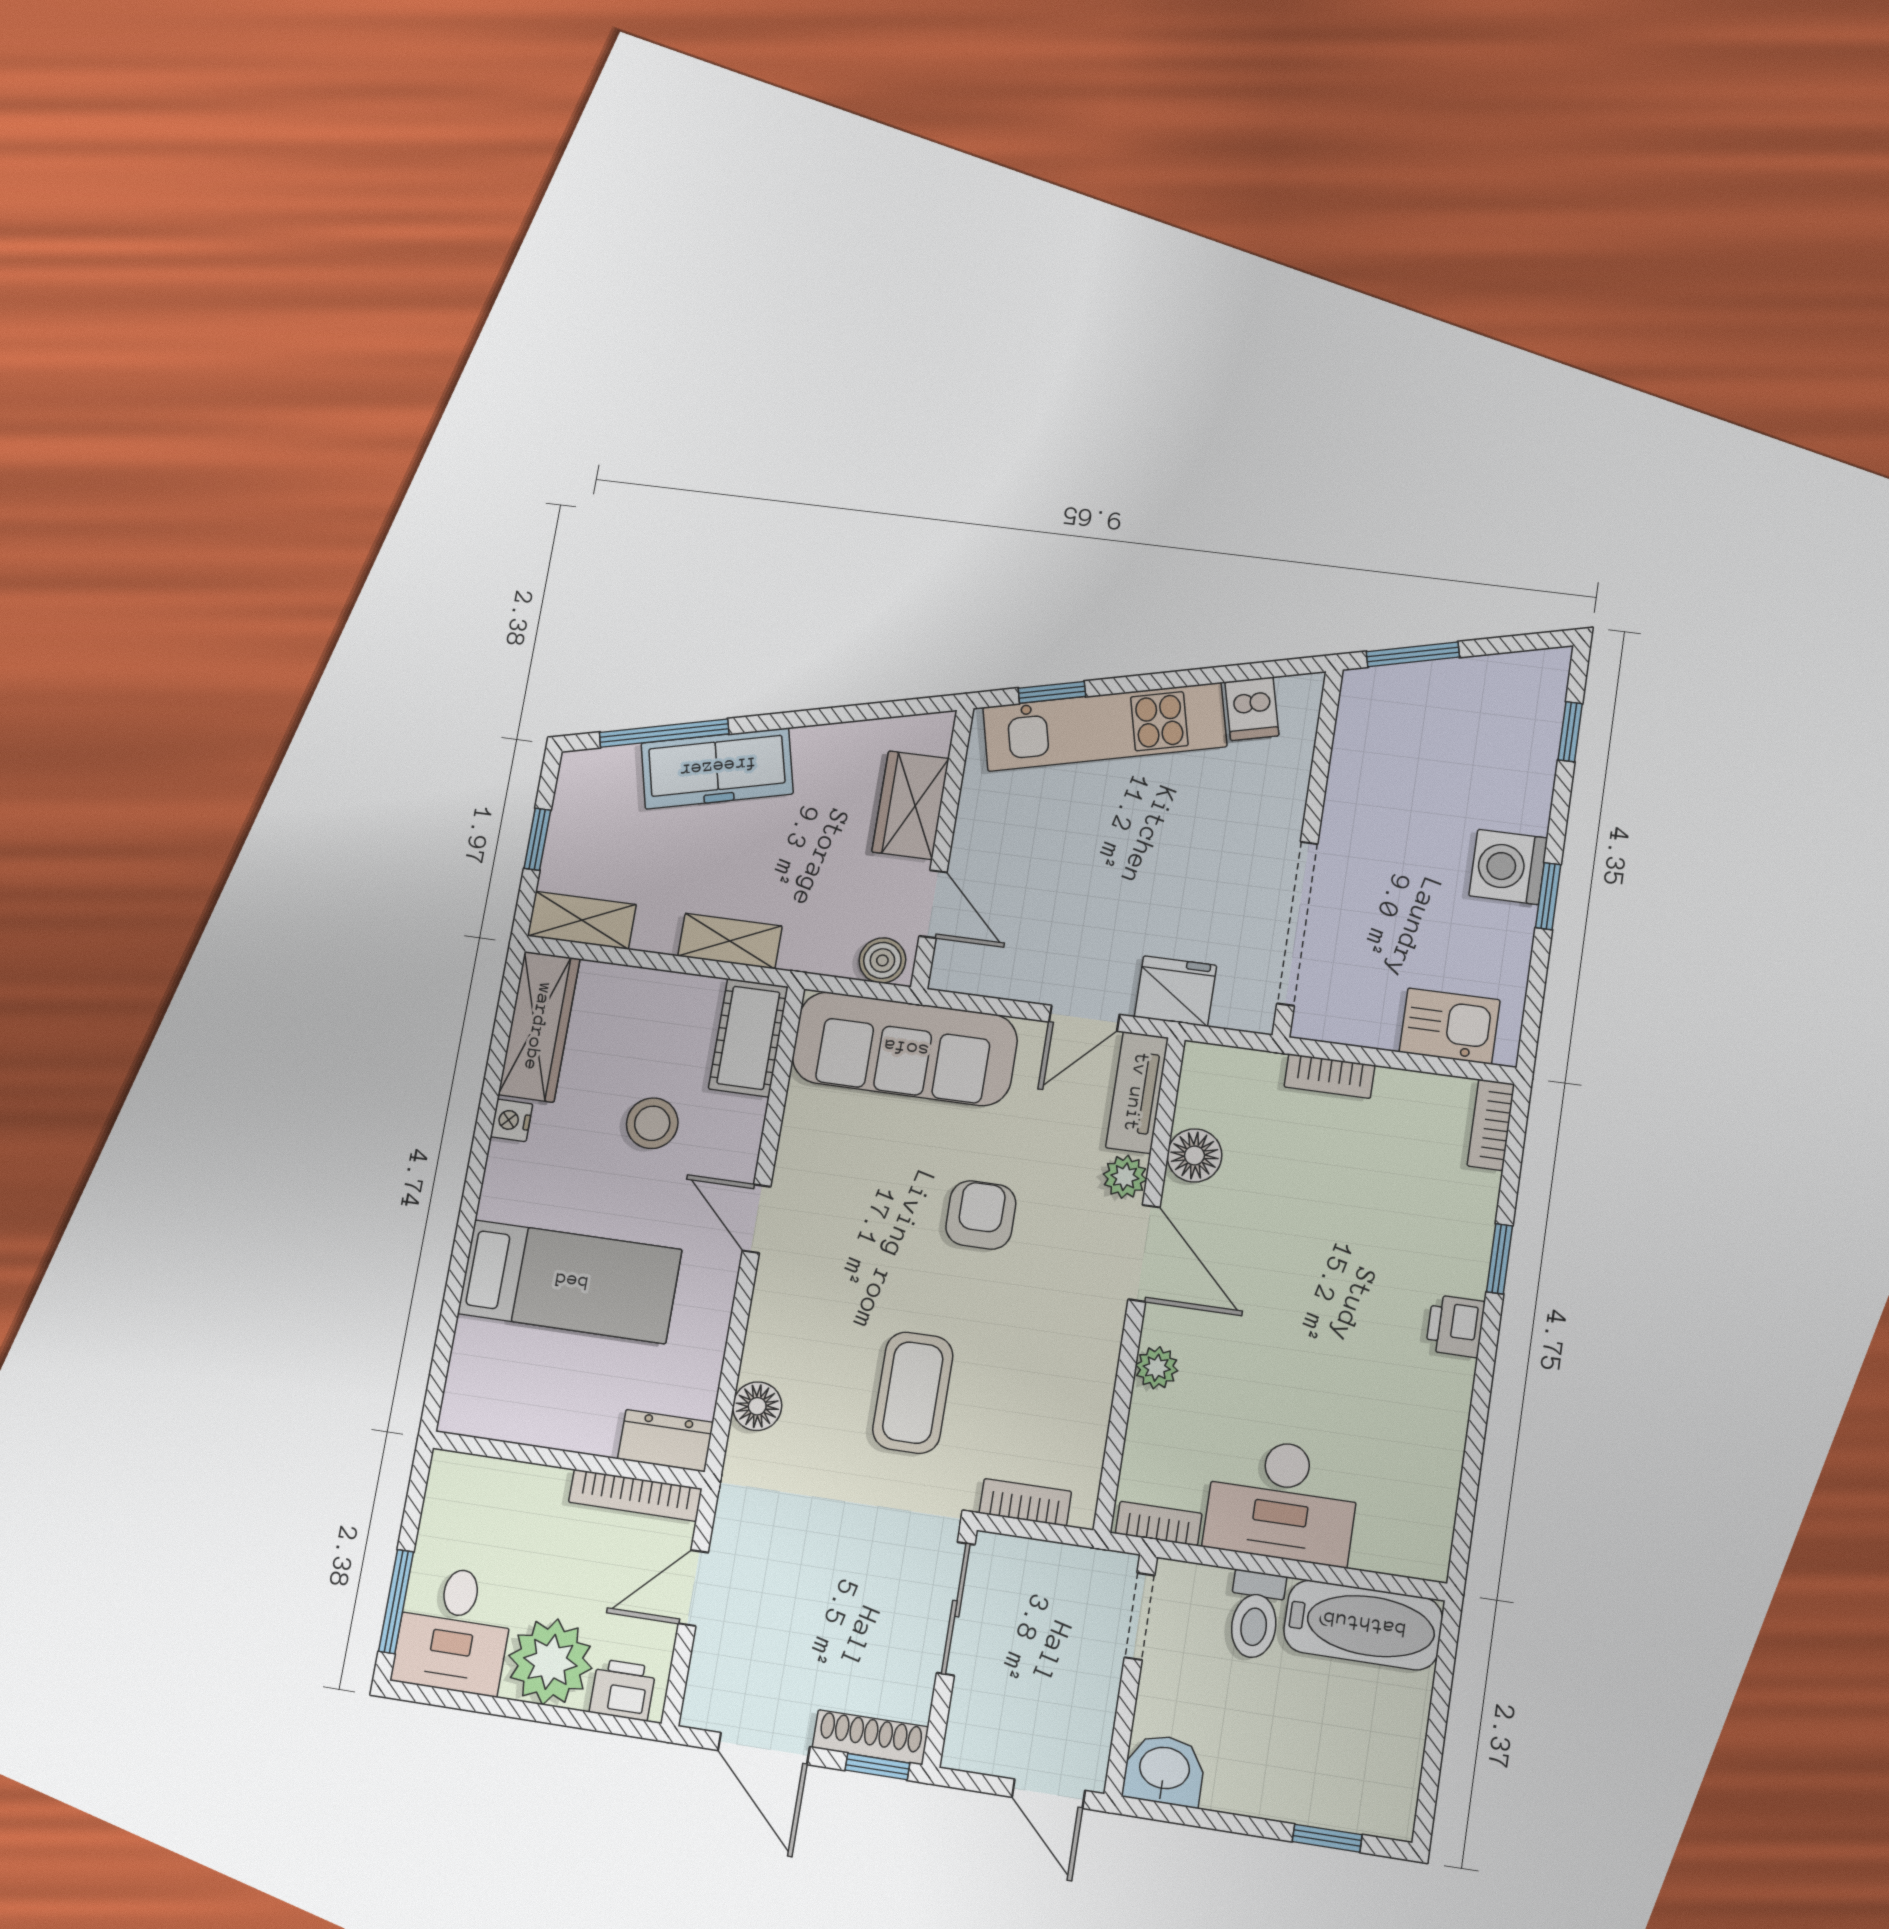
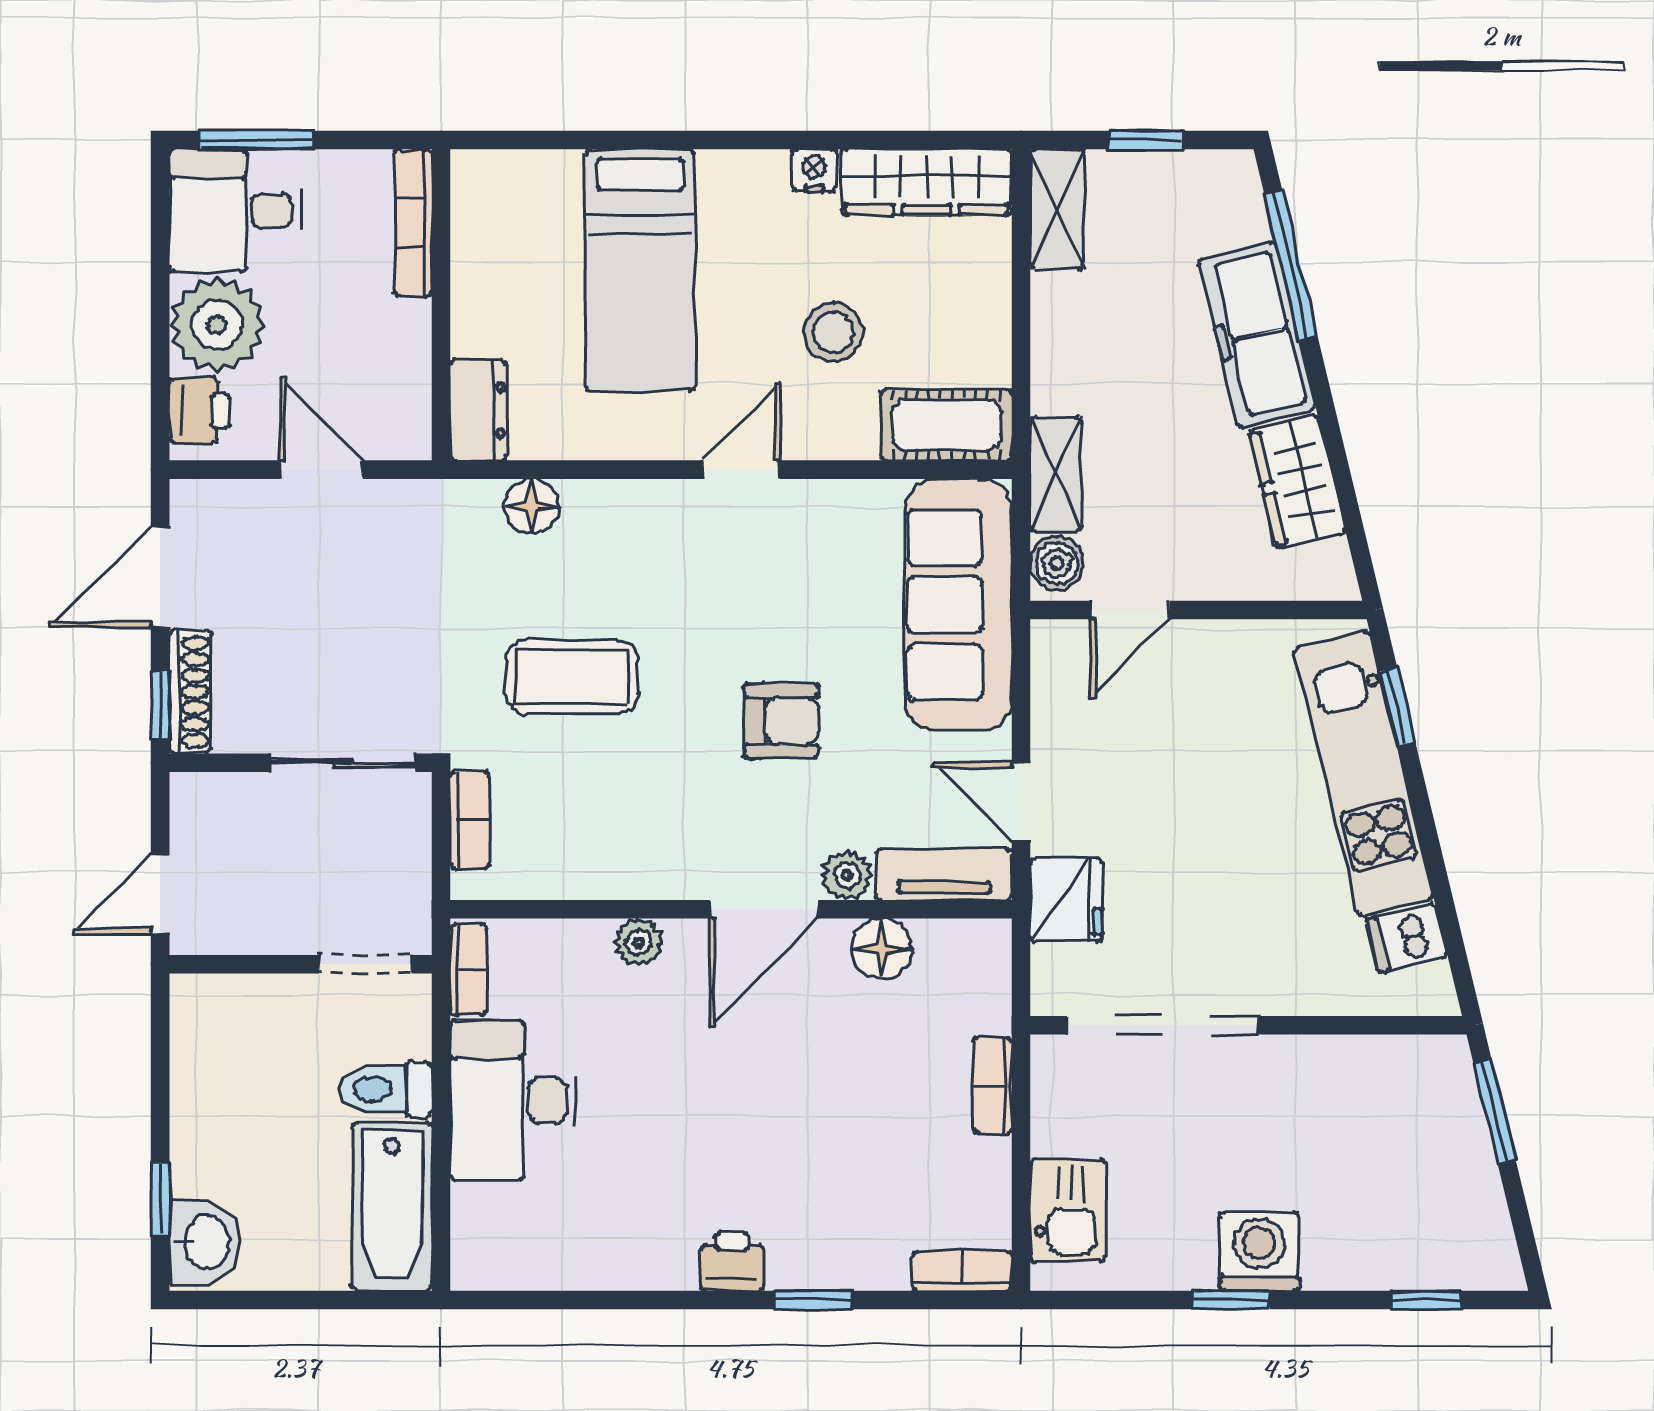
wardrobe: (910, 805) -> (1297, 482), moved, turned -104
shelving: (730, 941) -> (1056, 474), moved
bookcase: (635, 1495) -> (413, 223), moved
washbasin: (1164, 1770) -> (205, 1242), moved

